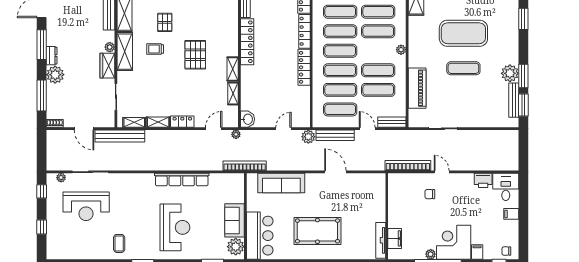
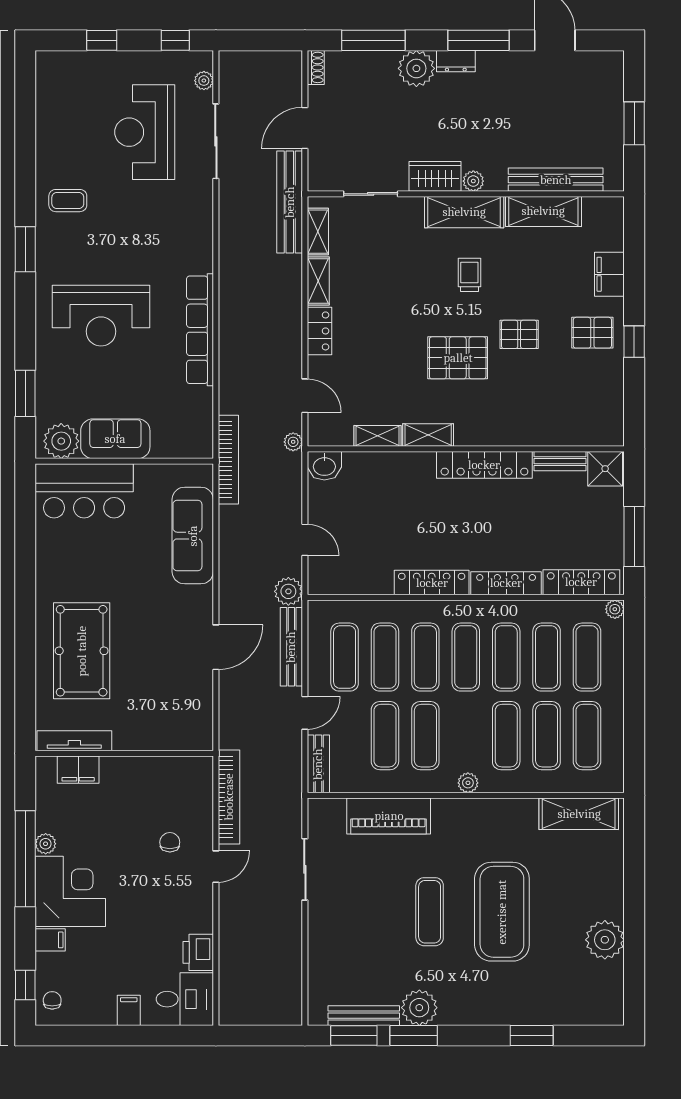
pallet: (165, 22) -> (519, 334), moved
pool table: (317, 231) -> (82, 651), moved

